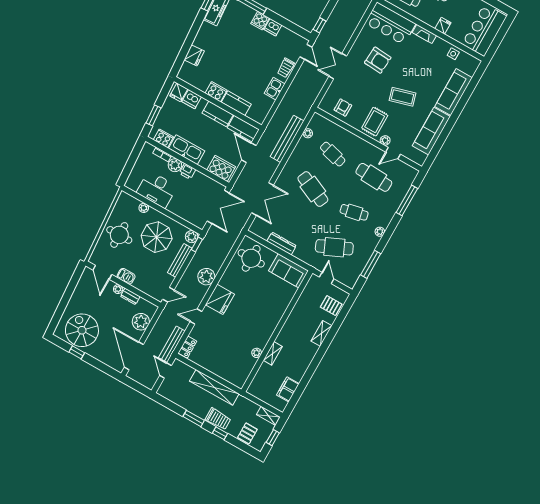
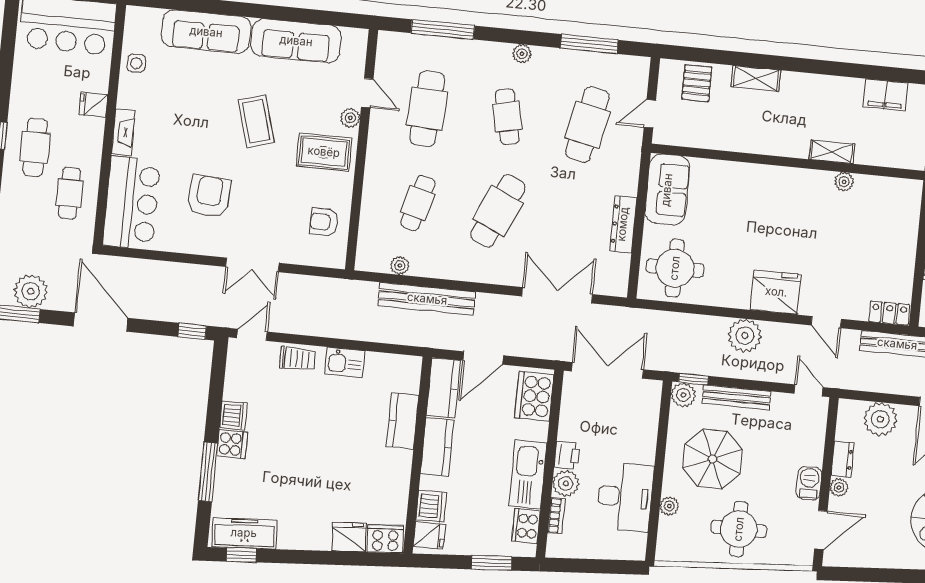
cooker: (216, 92) -> (385, 539), moved, turned 86
cafe table: (334, 247) -> (587, 125), turned 36

